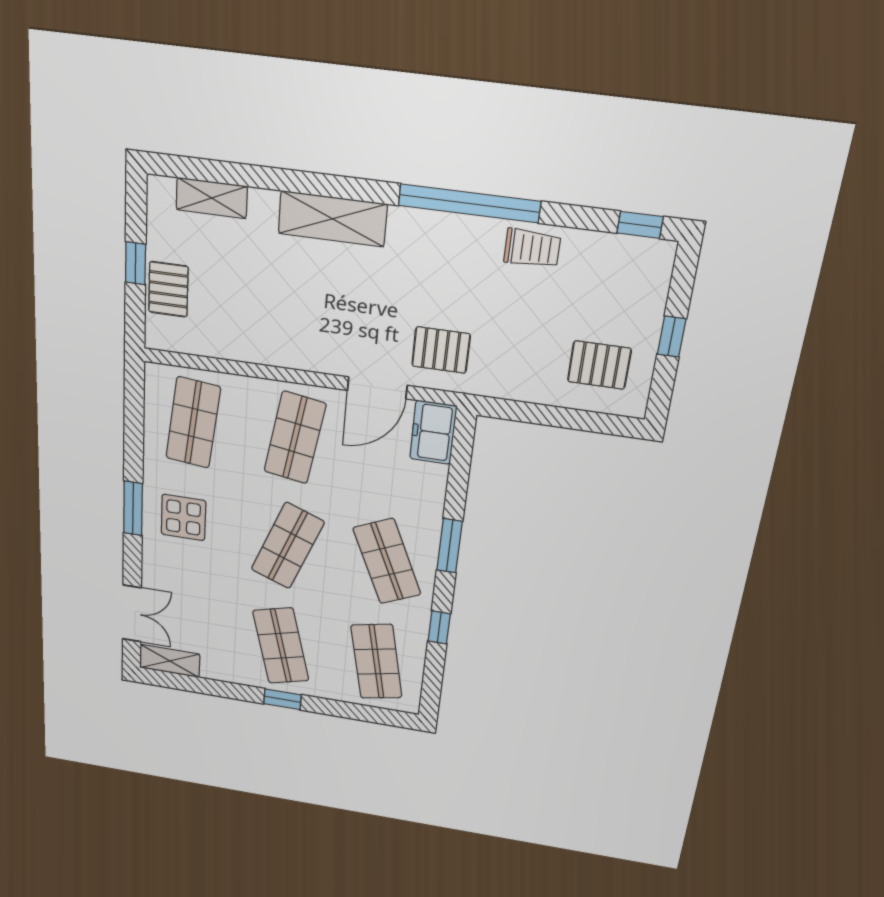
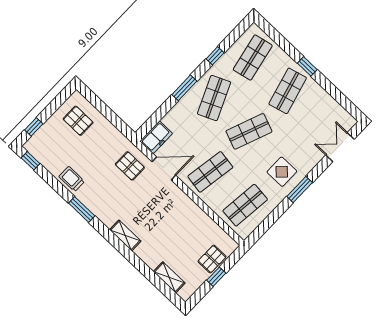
window: (469, 203) -> (82, 210), width x0.47
shelving: (333, 219) -> (125, 235), width x0.67, depth x0.75
window: (672, 337) -> (34, 127), moved
shelving: (170, 661) -> (342, 116), removed

